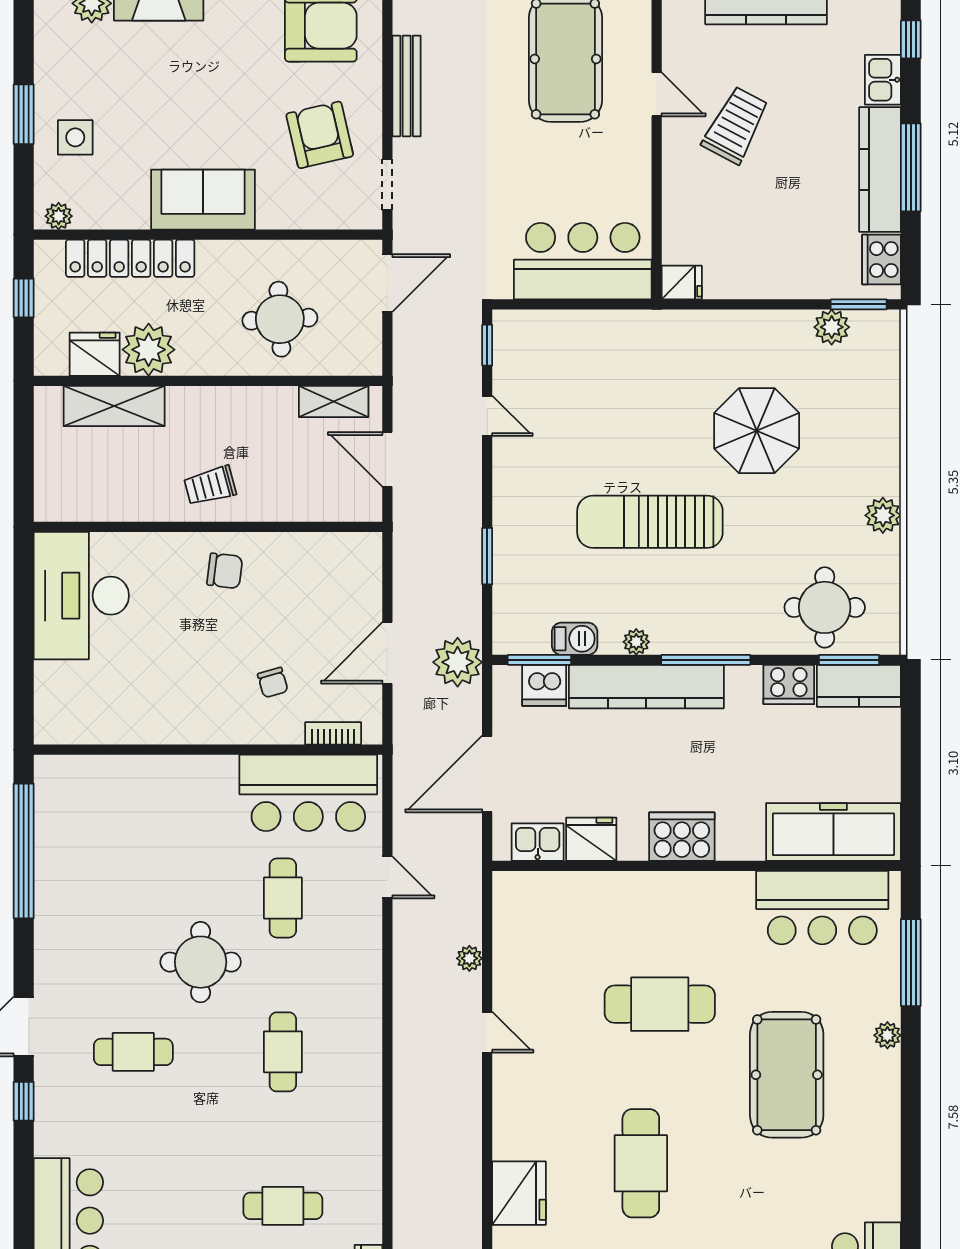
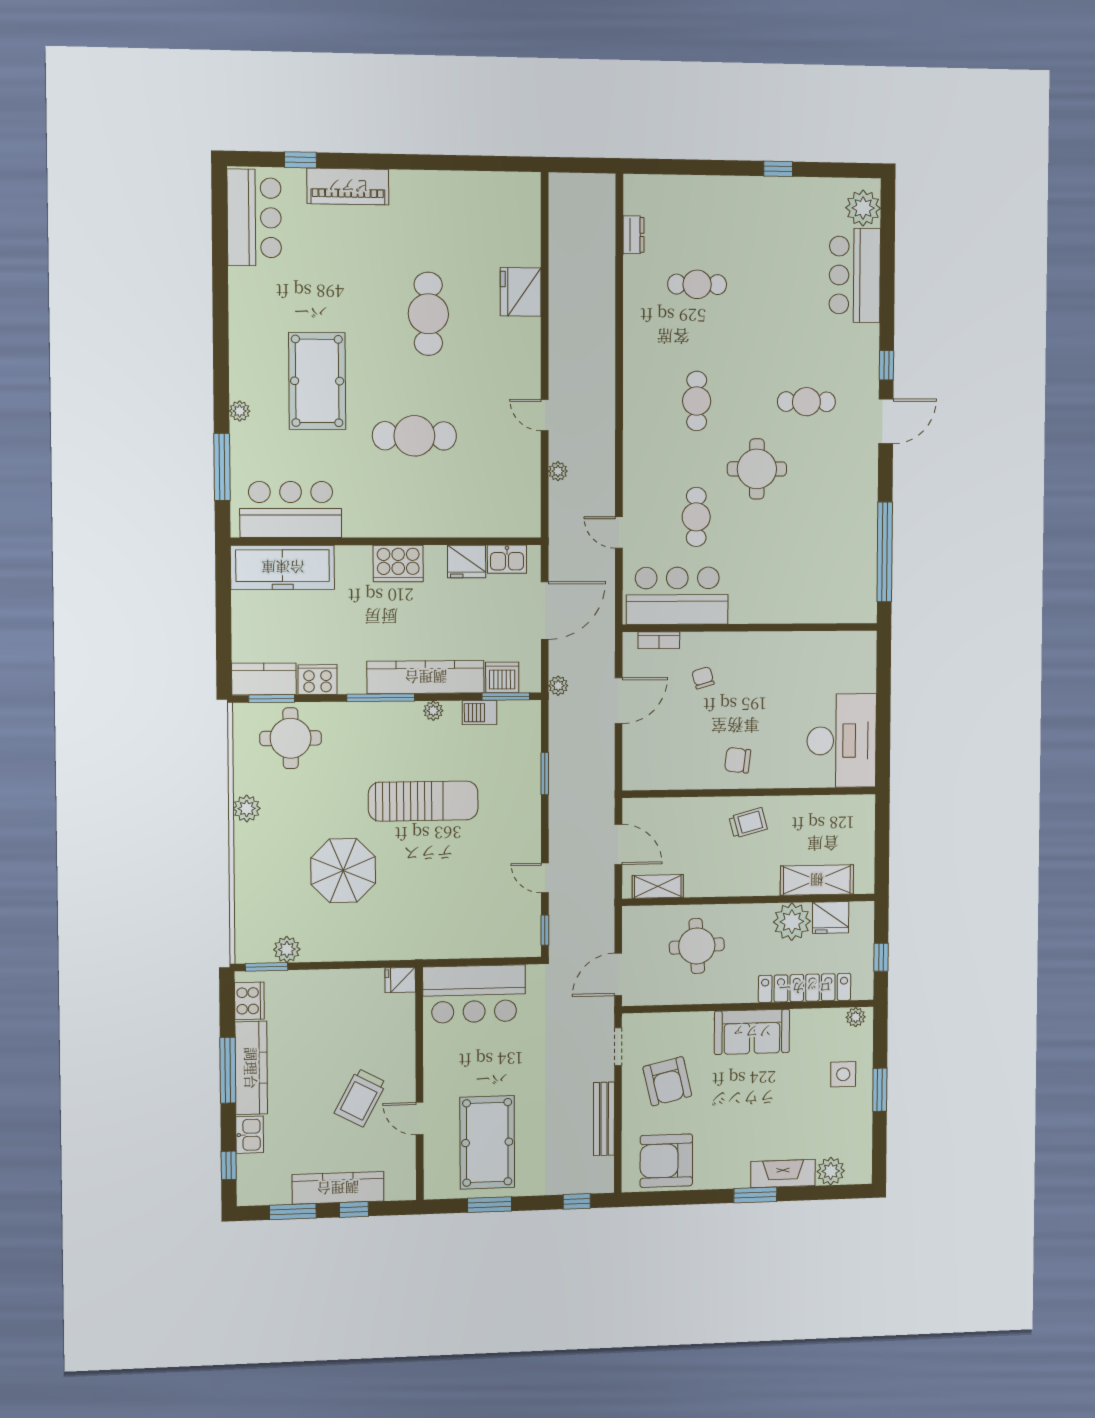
plant: (458, 662) -> (558, 686), width x0.53, depth x0.53

